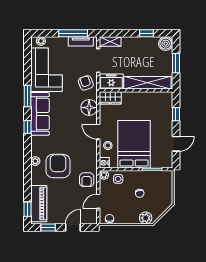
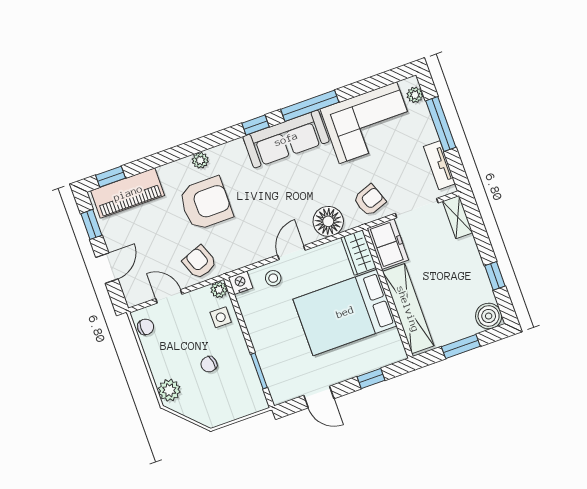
window: (73, 33) -> (441, 124), moved
window: (27, 96) -> (310, 106), width x1.44
bed: (134, 144) -> (345, 312), moved, turned 180
armchair: (87, 180) -> (200, 262), turned 69
door: (73, 228) -> (107, 268), hinge flipped

